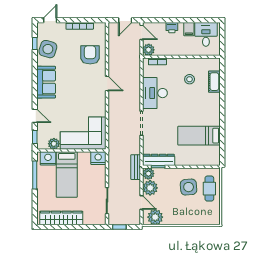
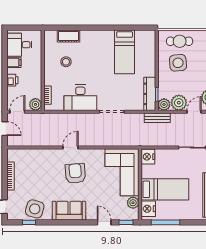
armchair: (90, 55) -> (75, 173), moved, turned 85
door: (35, 116) -> (104, 222), hinge flipped

